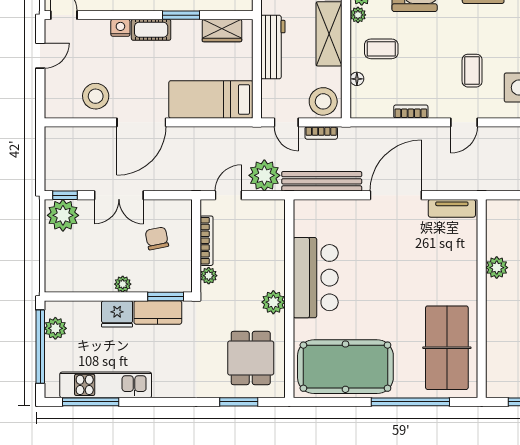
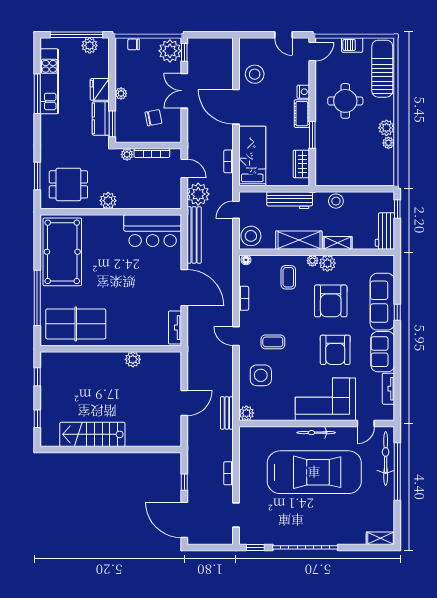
floor lamp: (357, 79) -> (246, 260), moved
bookcase: (321, 133) -> (229, 161), moved
chair: (54, 266) -> (134, 44), added
bar counter: (316, 278) -> (153, 231), moved
window: (91, 402) -> (37, 94), moved

